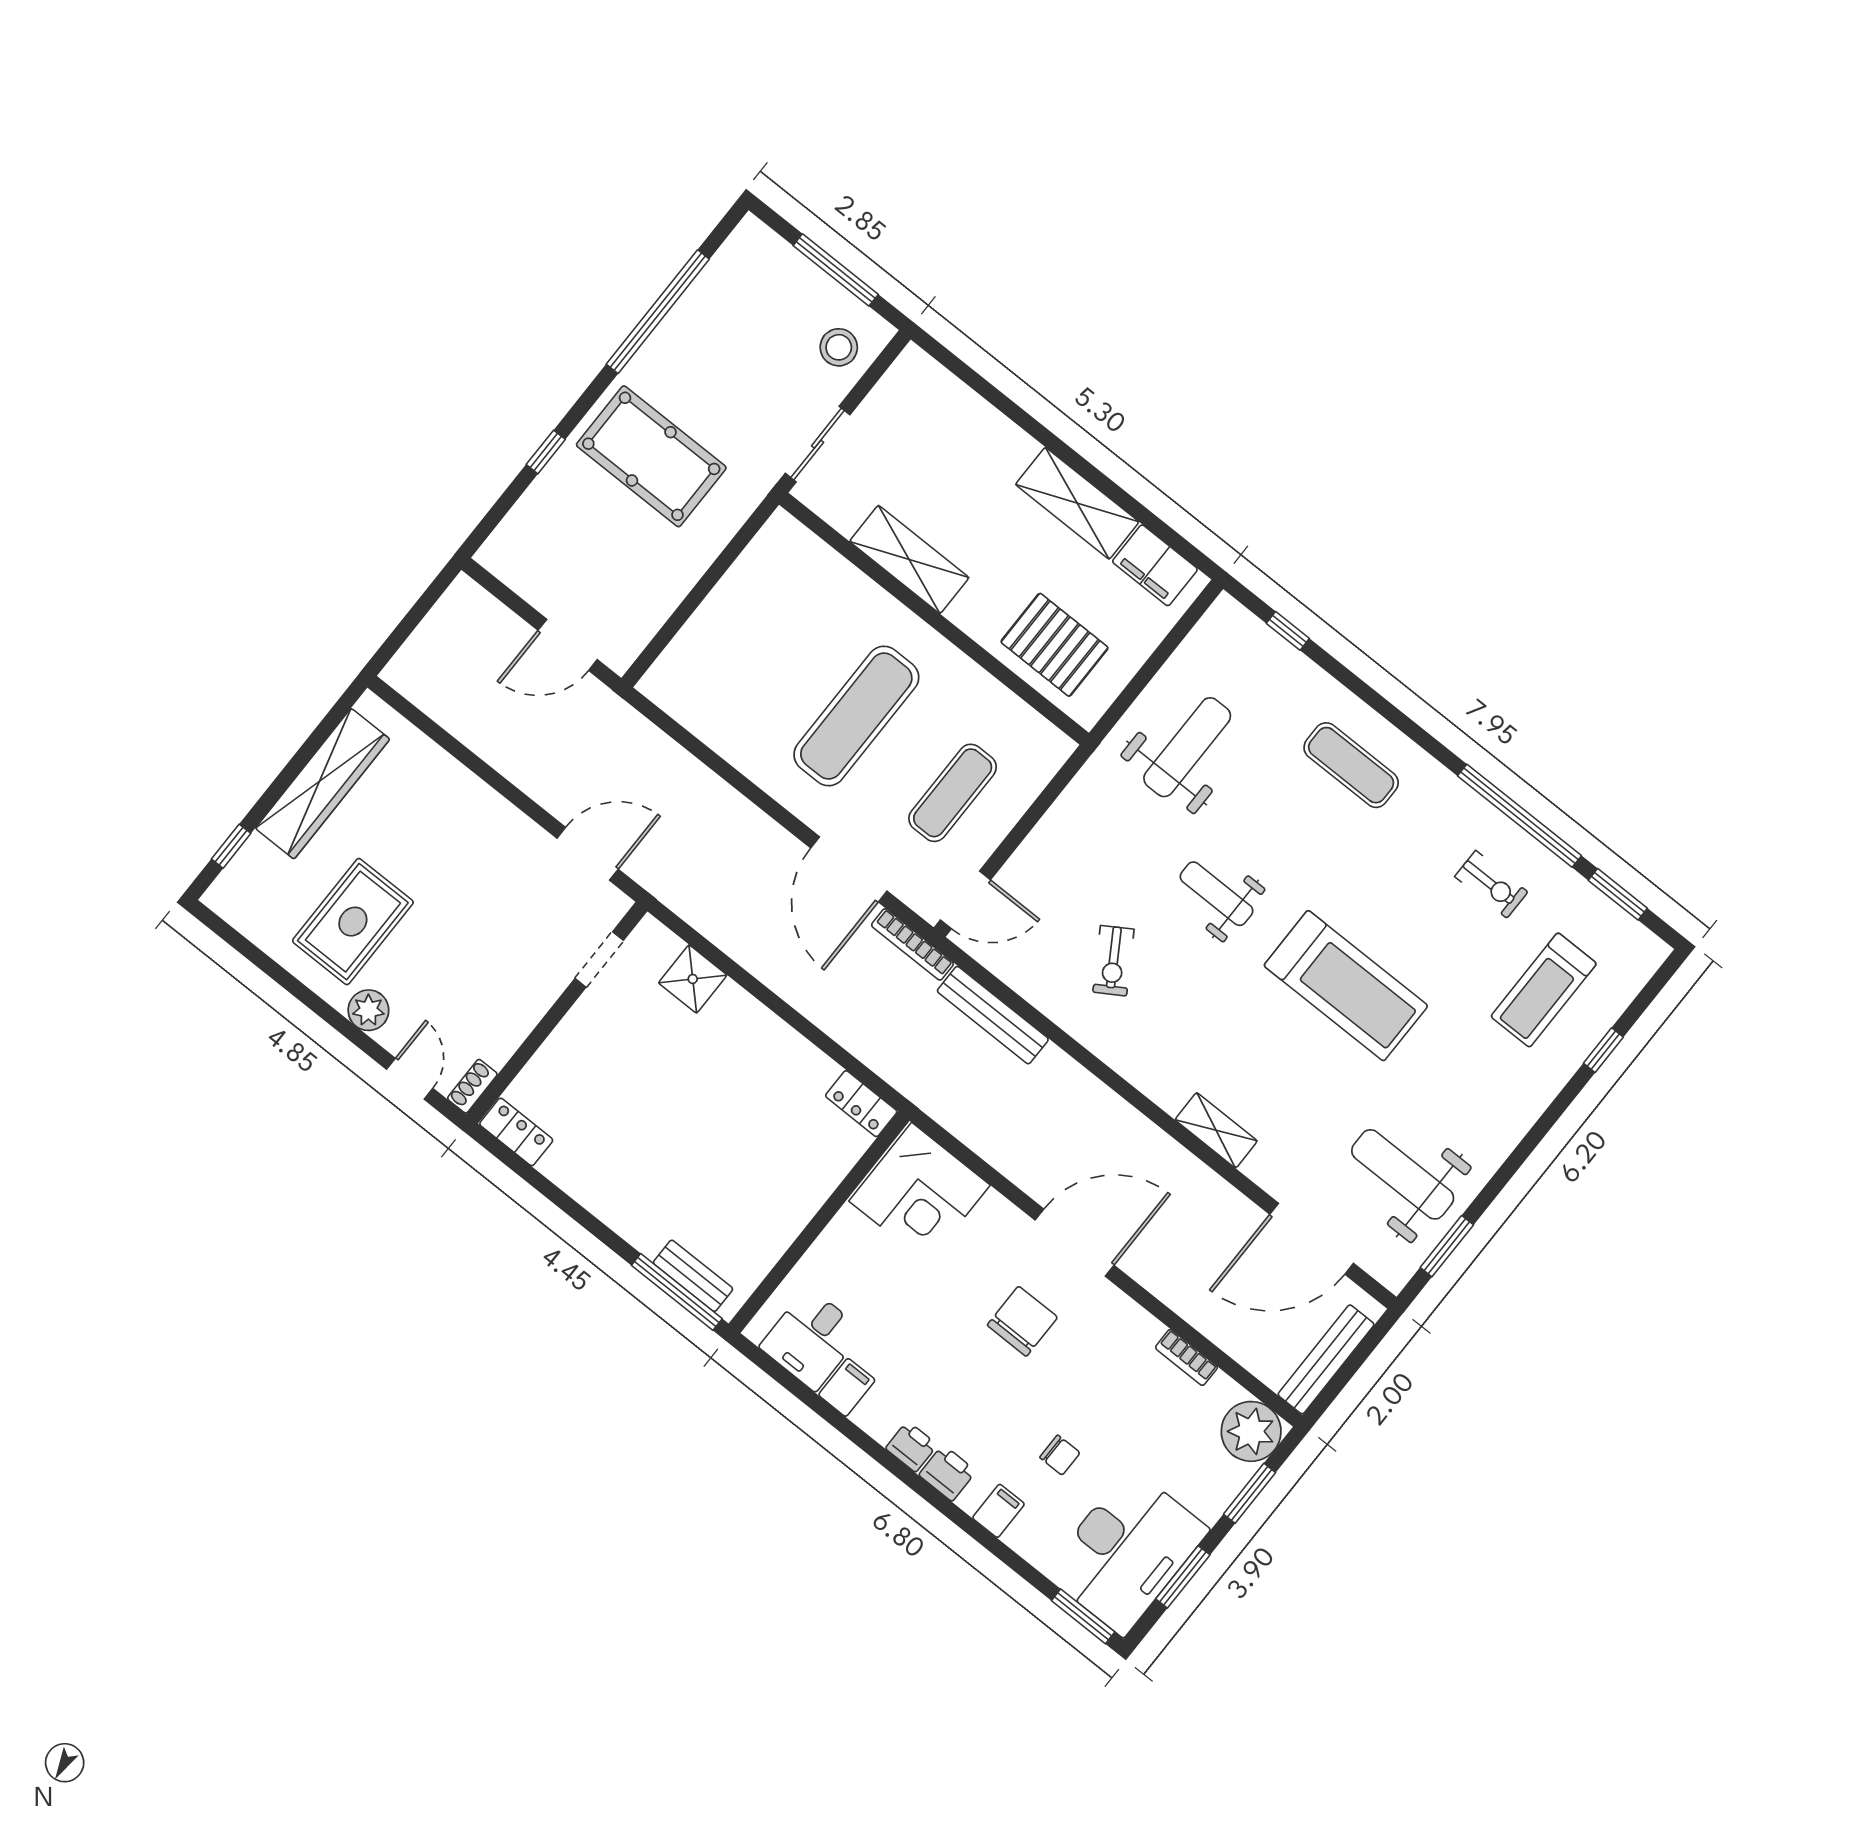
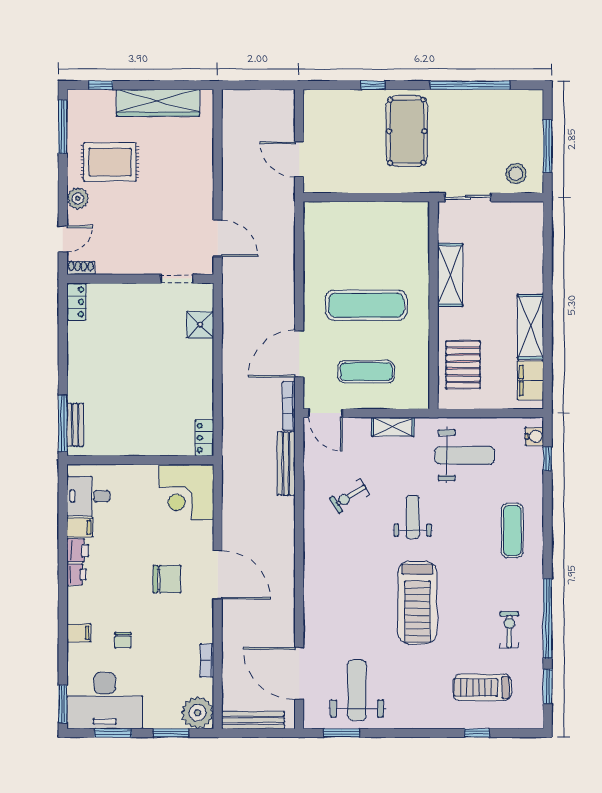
water cooler: (1241, 624) -> (534, 437), added
exercise bike: (1491, 884) -> (509, 630), turned 180
window: (247, 949) -> (63, 127), added
shelving: (1216, 1130) -> (393, 427), moved, turned 90
printer: (947, 1473) -> (78, 550), moved

